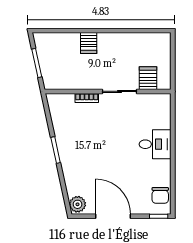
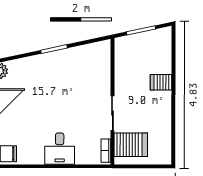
server rack: (148, 78) -> (131, 145), width x1.36, depth x1.44
bookcase: (87, 98) -> (106, 151), moved

